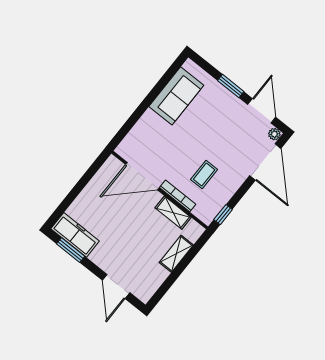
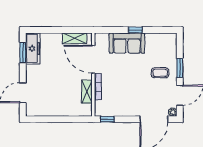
sofa: (176, 96) -> (127, 43), moved
window: (147, 102) -> (135, 30), added
coffee table: (204, 174) -> (160, 73), moved
shelving: (176, 254) -> (75, 38), moved

